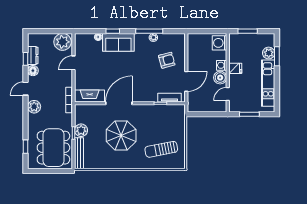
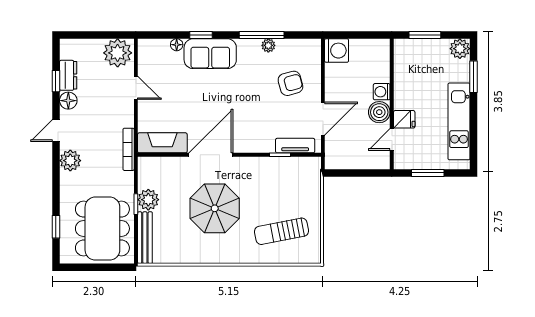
washing machine: (219, 43) -> (337, 51), moved, turned 180
plant: (269, 53) -> (460, 49), moved
door: (74, 63) -> (136, 88), swing flipped
fridge: (235, 68) -> (404, 119), moved

